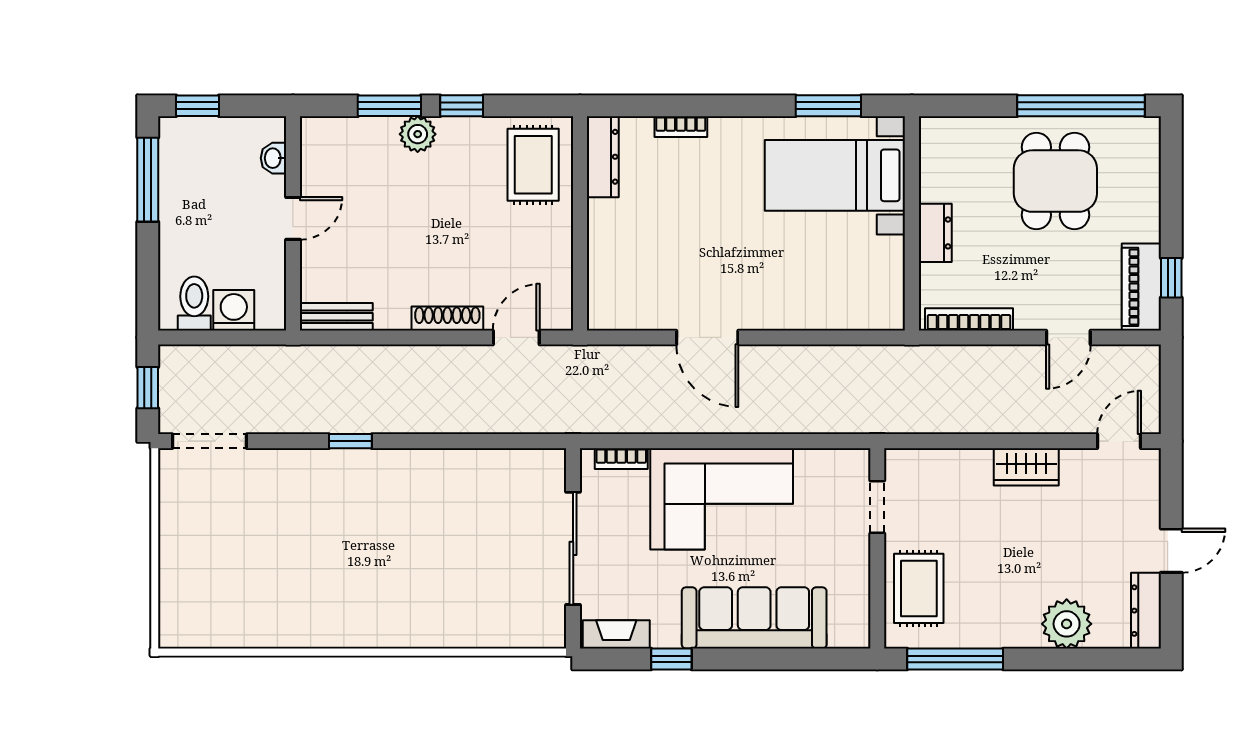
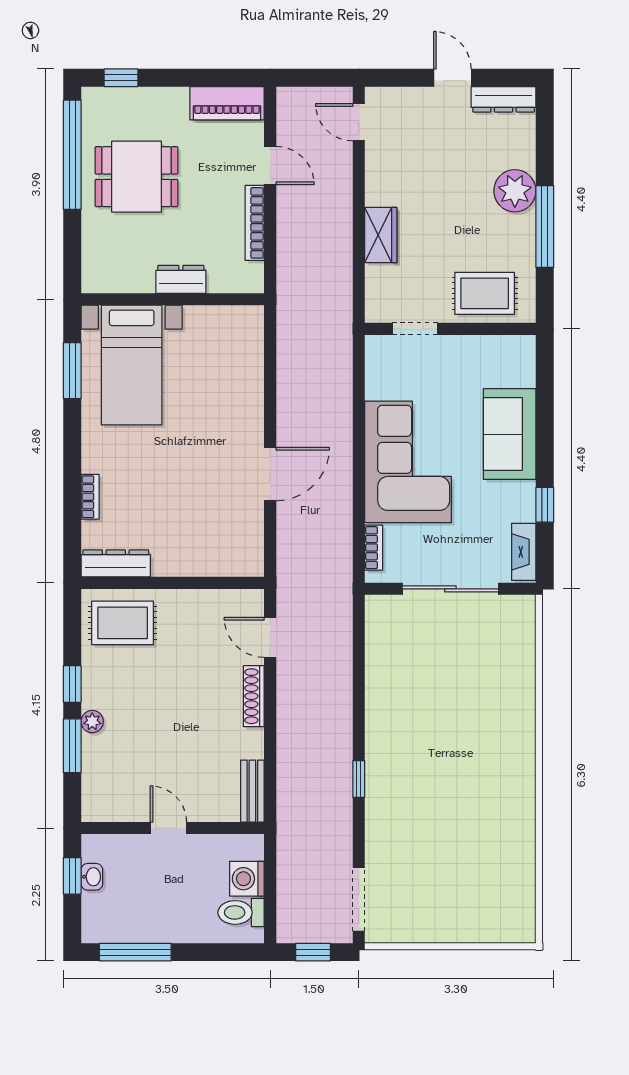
window: (198, 106) -> (72, 876), moved
plant: (418, 134) -> (92, 722), width x0.73, depth x0.73
washbasin: (274, 158) -> (92, 877), moved, turned -90
window: (1171, 278) -> (121, 78), moved
bookcase: (969, 319) -> (255, 223), moved
wardrobe: (1026, 467) -> (381, 235), moved
sofa: (754, 618) -> (510, 434), width x0.73
plant: (1067, 624) -> (515, 191), moved
window: (955, 659) -> (545, 226), moved

